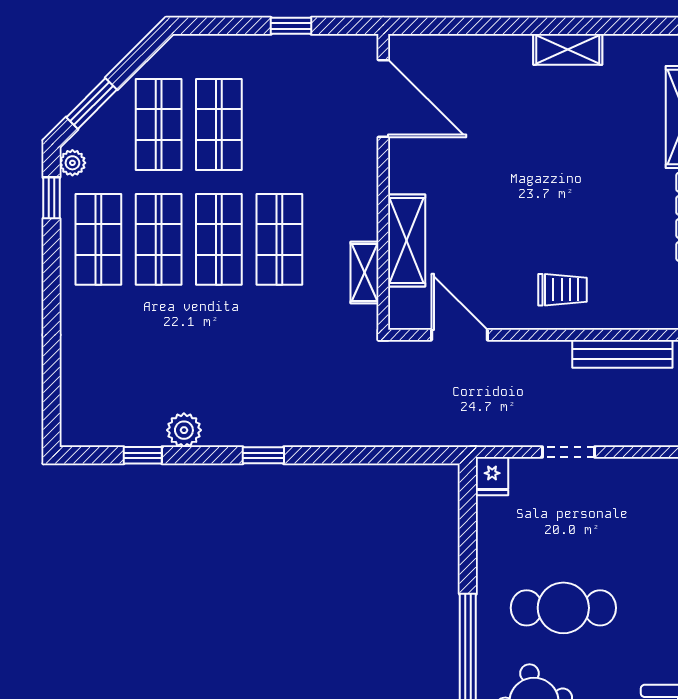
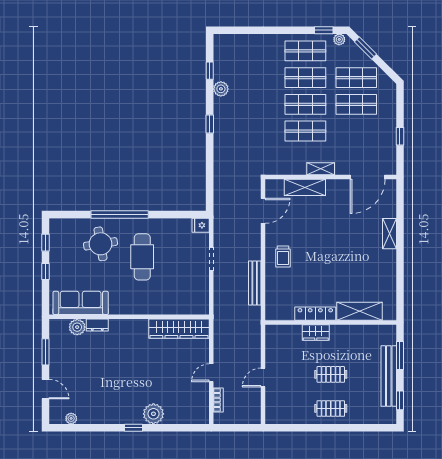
shelving: (568, 49) -> (389, 234), moved
shelving: (364, 273) -> (321, 169), moved

